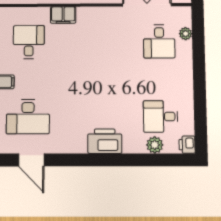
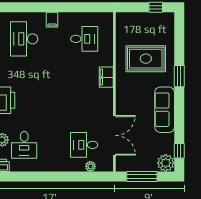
filing cabinet: (63, 15) -> (106, 77), moved
desk: (161, 116) -> (24, 145), turned 180

